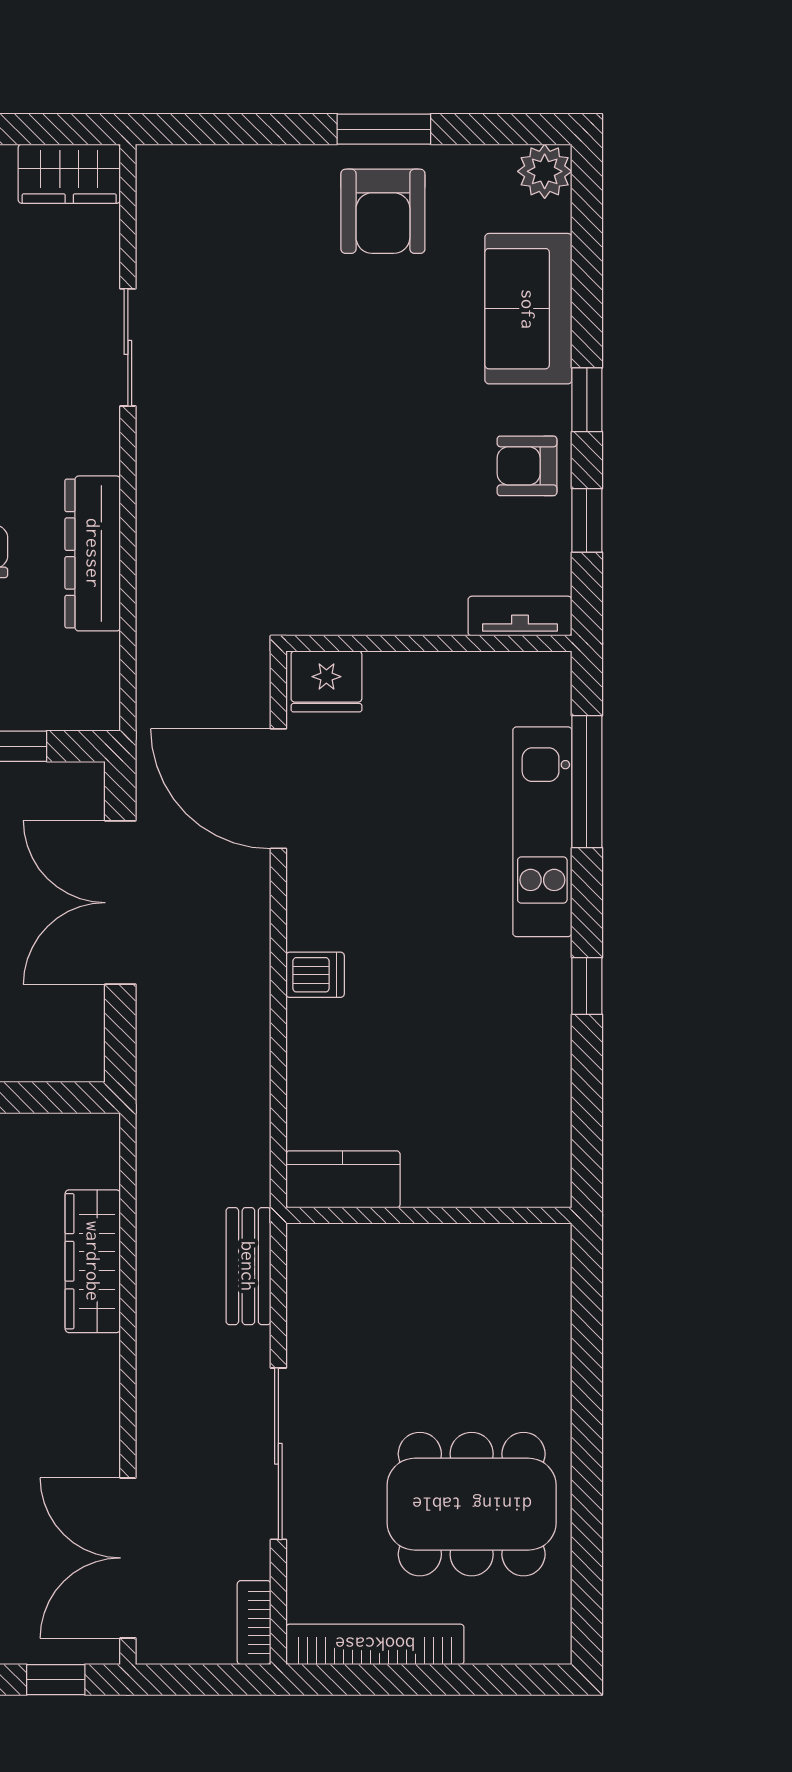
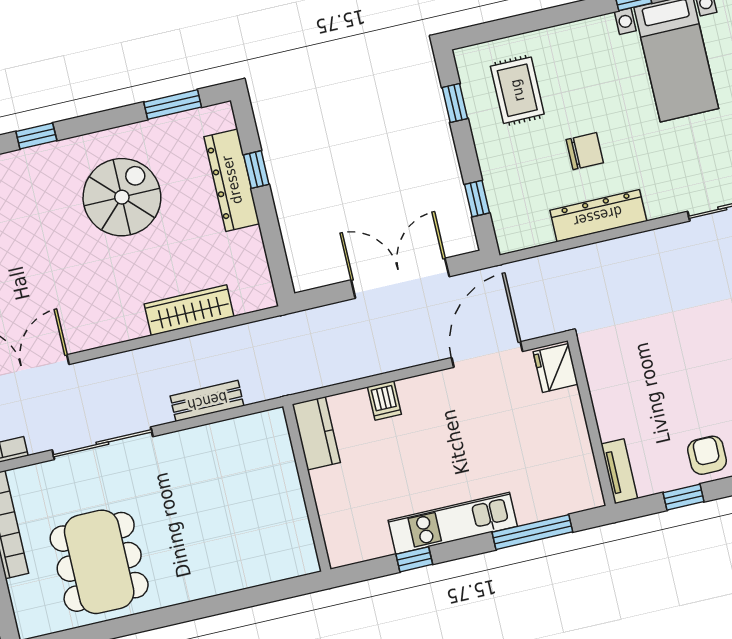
kitchen unit: (542, 832) -> (453, 523), moved
kitchen counter: (343, 1179) -> (316, 433), moved
wall: (429, 1215) -> (307, 488), moved

